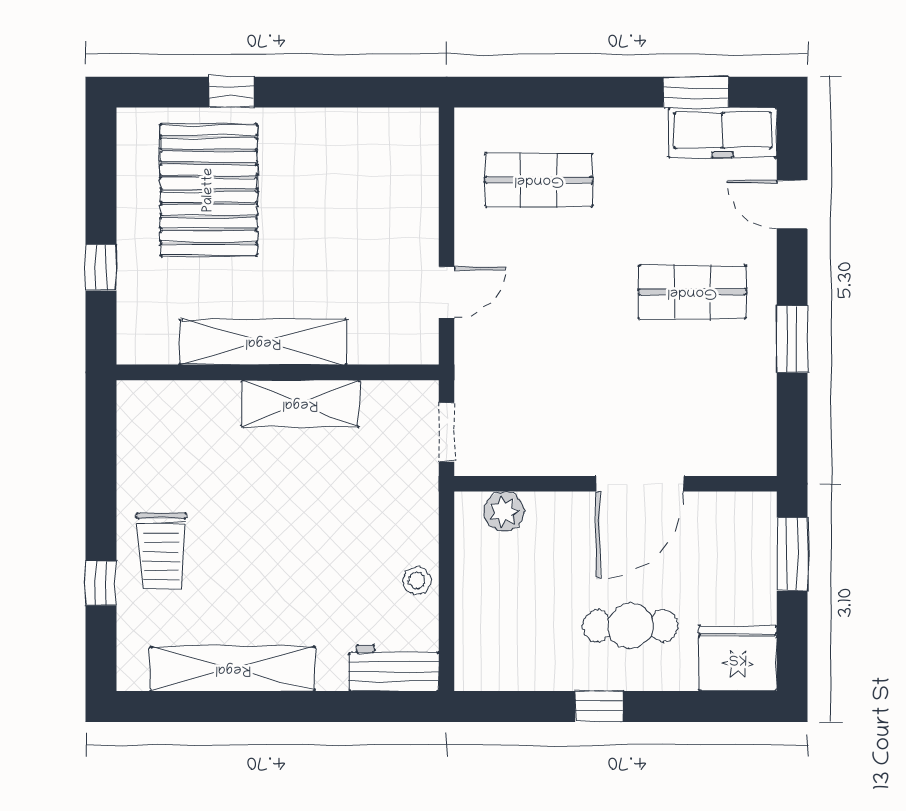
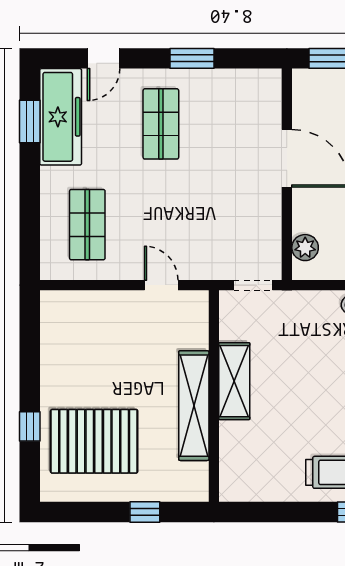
freezer: (723, 133) -> (61, 117), width x1.36, depth x1.26

